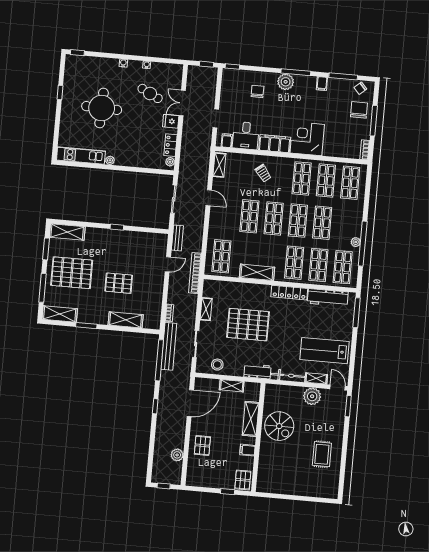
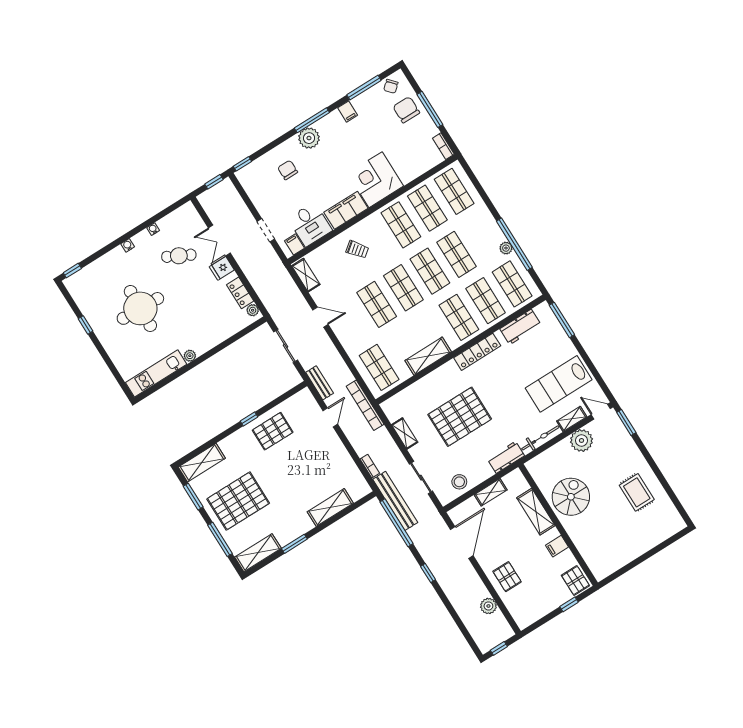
pallet: (119, 283) -> (273, 431), moved
workbench: (328, 298) -> (521, 327), width x0.73
spiral stairs: (279, 426) -> (571, 497), turned -90

